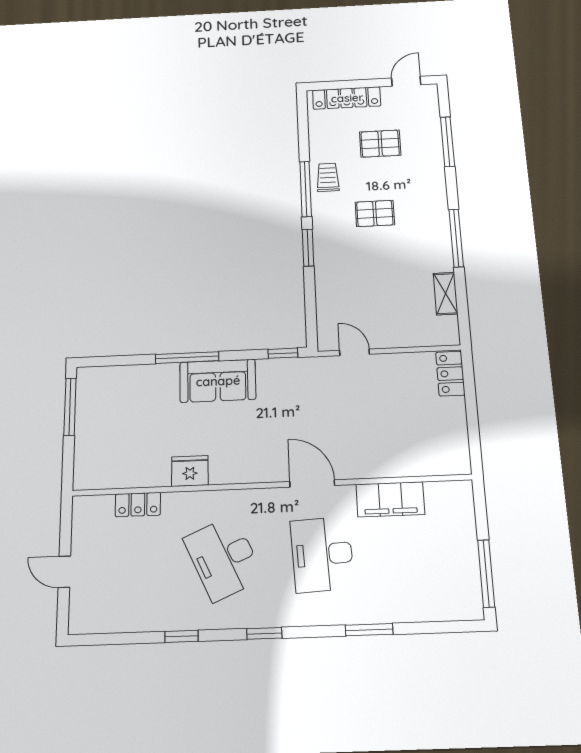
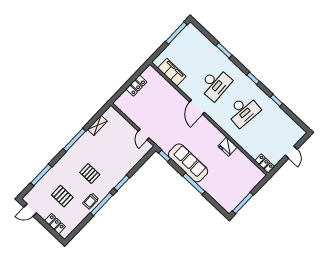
locker: (347, 98) -> (55, 224), width x0.66
locker: (450, 374) -> (136, 86), moved
sofa: (218, 381) -> (188, 163), width x1.36
filing cabinet: (390, 499) -> (172, 72), moved
locker: (138, 504) -> (265, 163), moved
desk: (224, 558) -> (243, 111), turned 30

